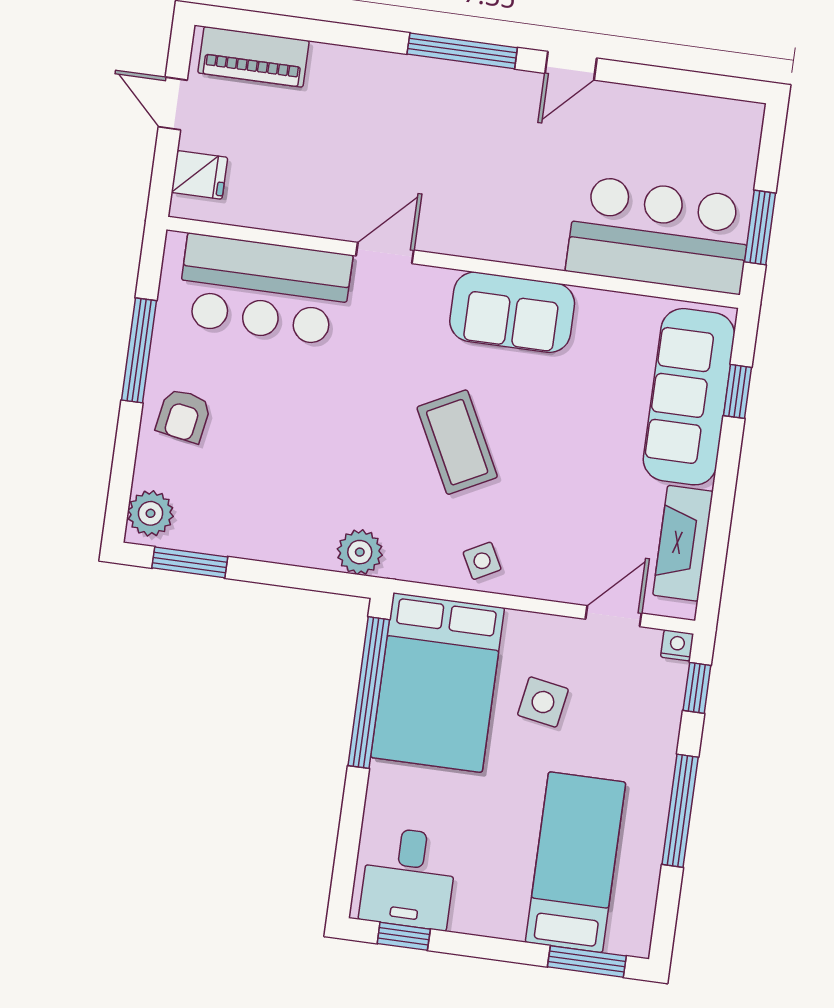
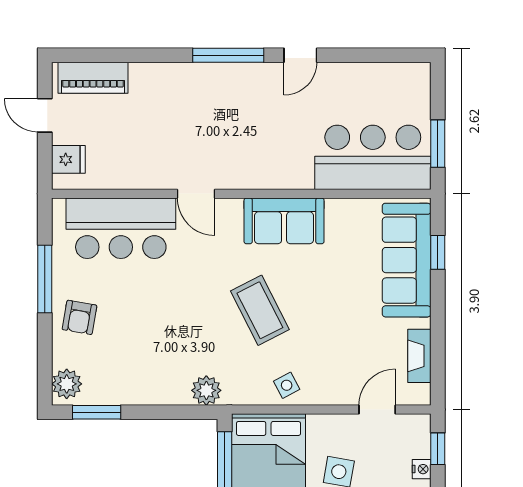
door: (385, 253) -> (196, 194), swing flipped
fireplace: (683, 543) -> (419, 356), width x0.73, depth x0.76
nightstand: (677, 645) -> (422, 469), moved, turned 90

